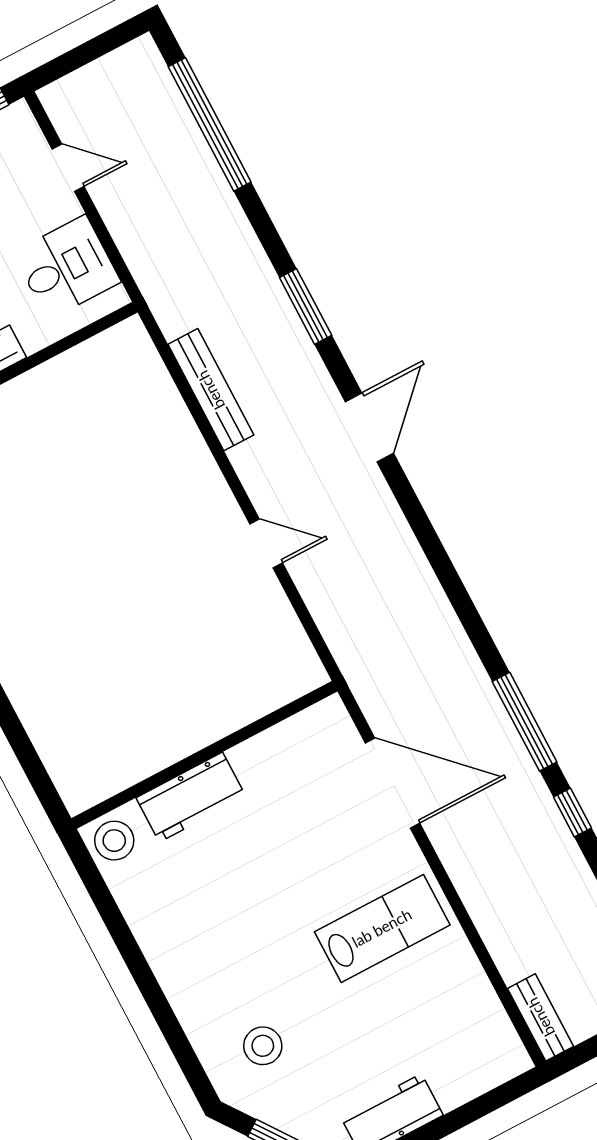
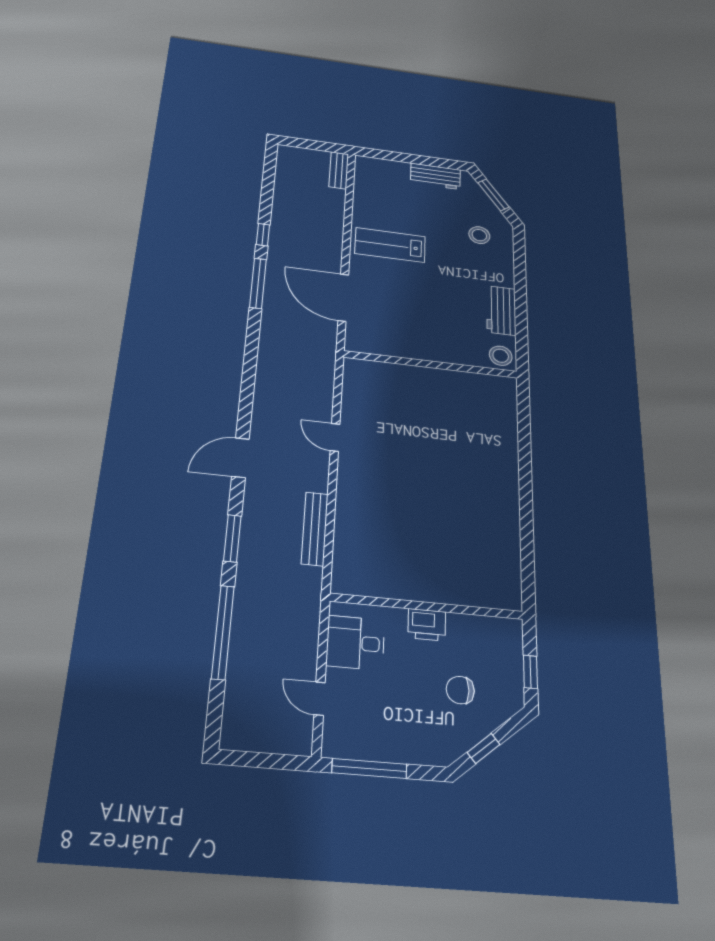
window: (210, 124) -> (223, 632), moved
workbench: (191, 797) -> (501, 311), moved, turned -90

